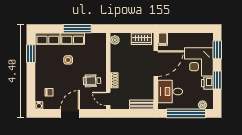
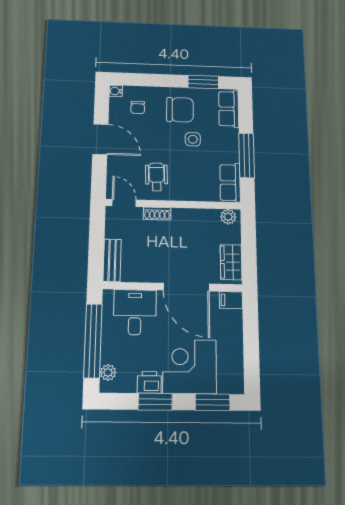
row of seats: (73, 39) -> (230, 183), moved
chair: (50, 67) -> (180, 110), added
door: (108, 99) -> (124, 203), hinge flipped

